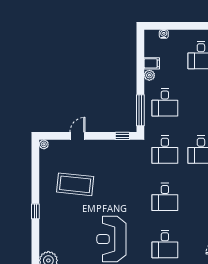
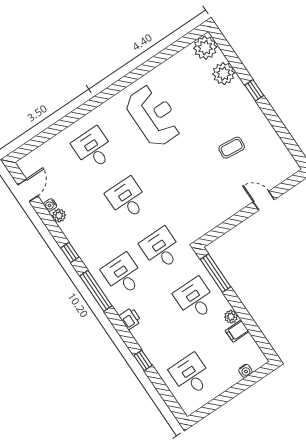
door: (78, 136) -> (264, 201), swing flipped
window: (122, 136) -> (216, 233), removed
plant: (44, 144) -> (224, 74), moved, width x1.88, depth x1.88
coffee table: (75, 184) -> (232, 148), width x0.54, depth x0.58

